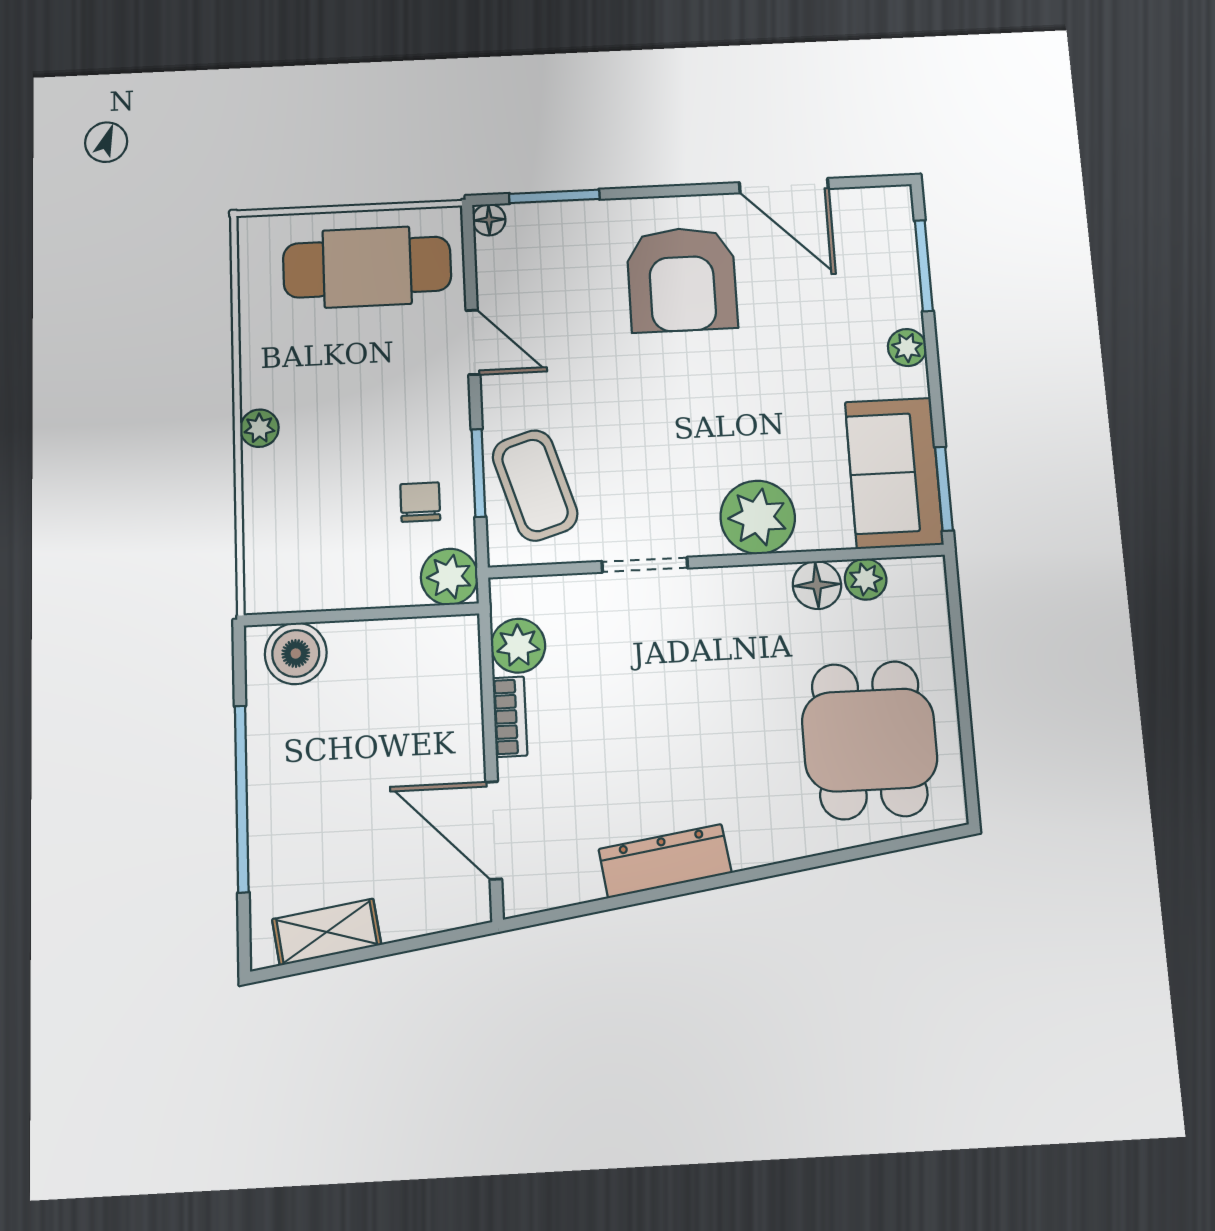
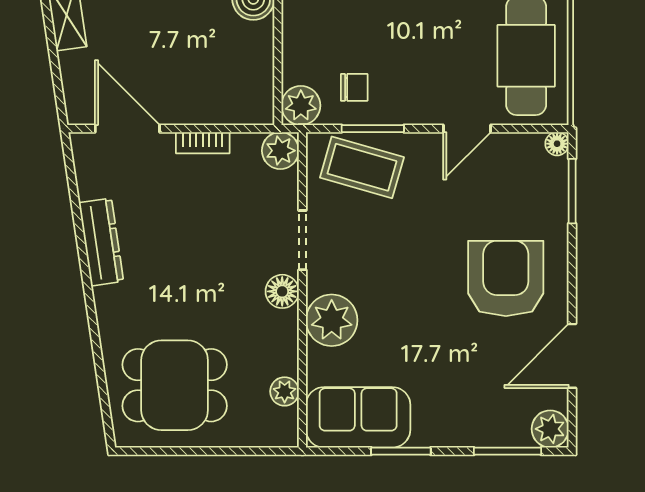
armchair: (682, 279) -> (506, 278), turned 90
plant: (907, 348) -> (550, 429), moved, width x1.38, depth x1.38
coffee table: (535, 485) -> (362, 167), turned 33
window: (944, 489) -> (401, 451), moved
floor lamp: (817, 585) -> (282, 291), moved
plant: (518, 646) -> (280, 151), moved
door: (494, 830) -> (127, 129), hinge flipped

